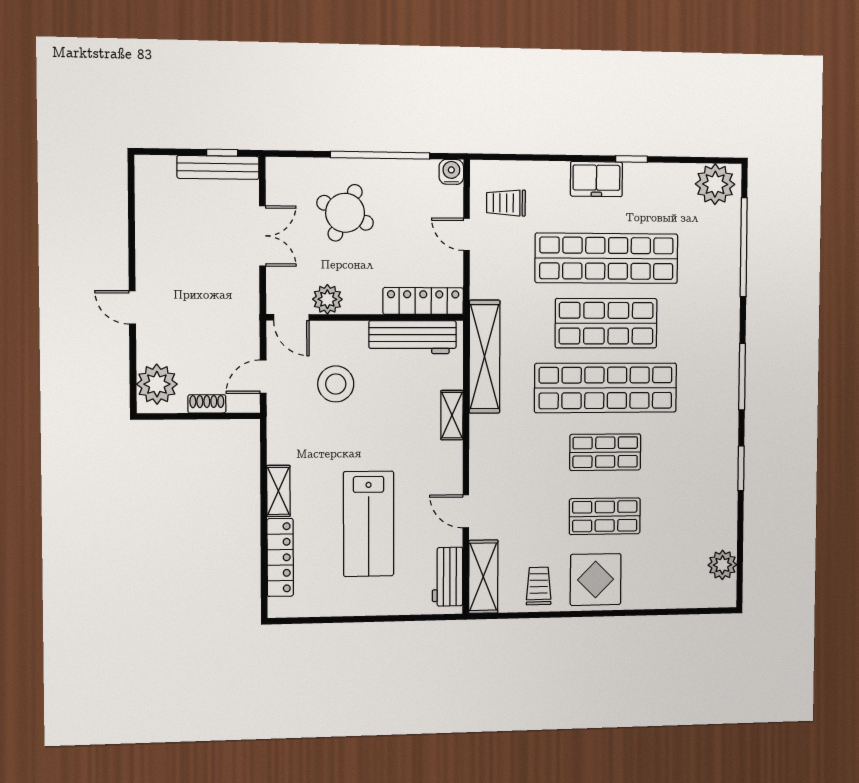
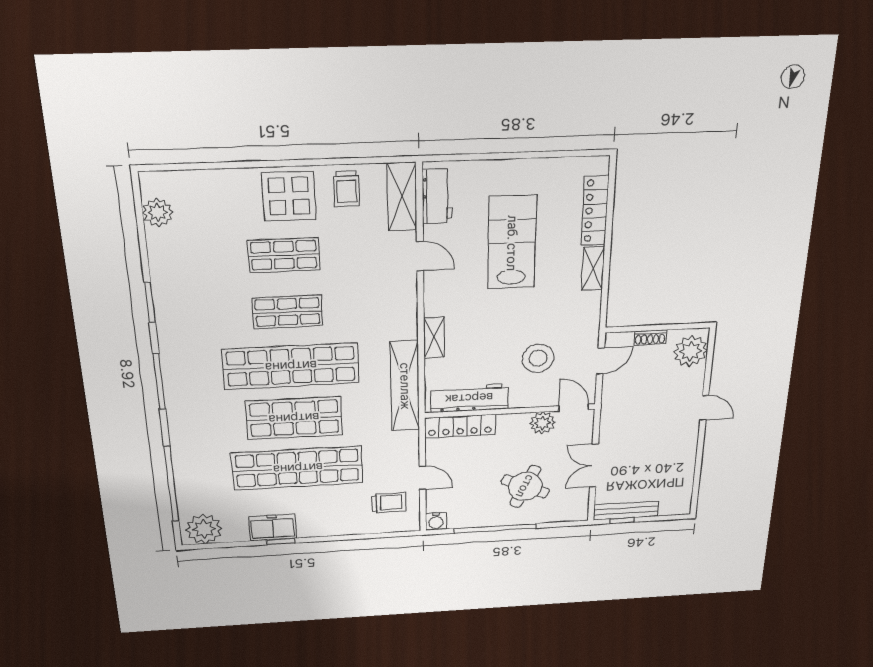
freezer: (596, 179) -> (273, 527), moved

